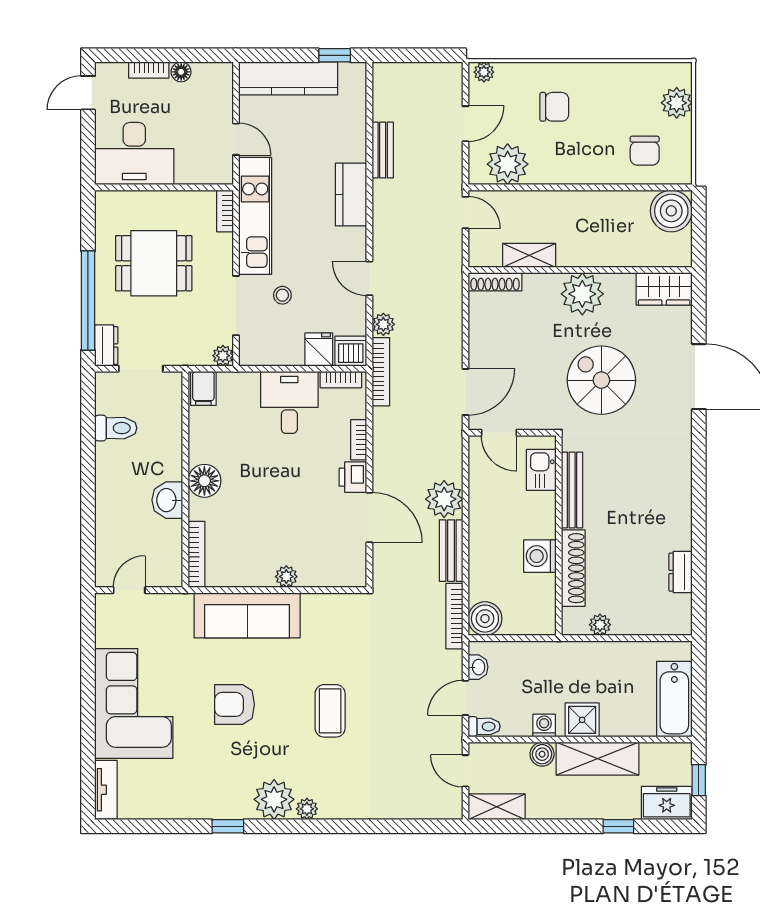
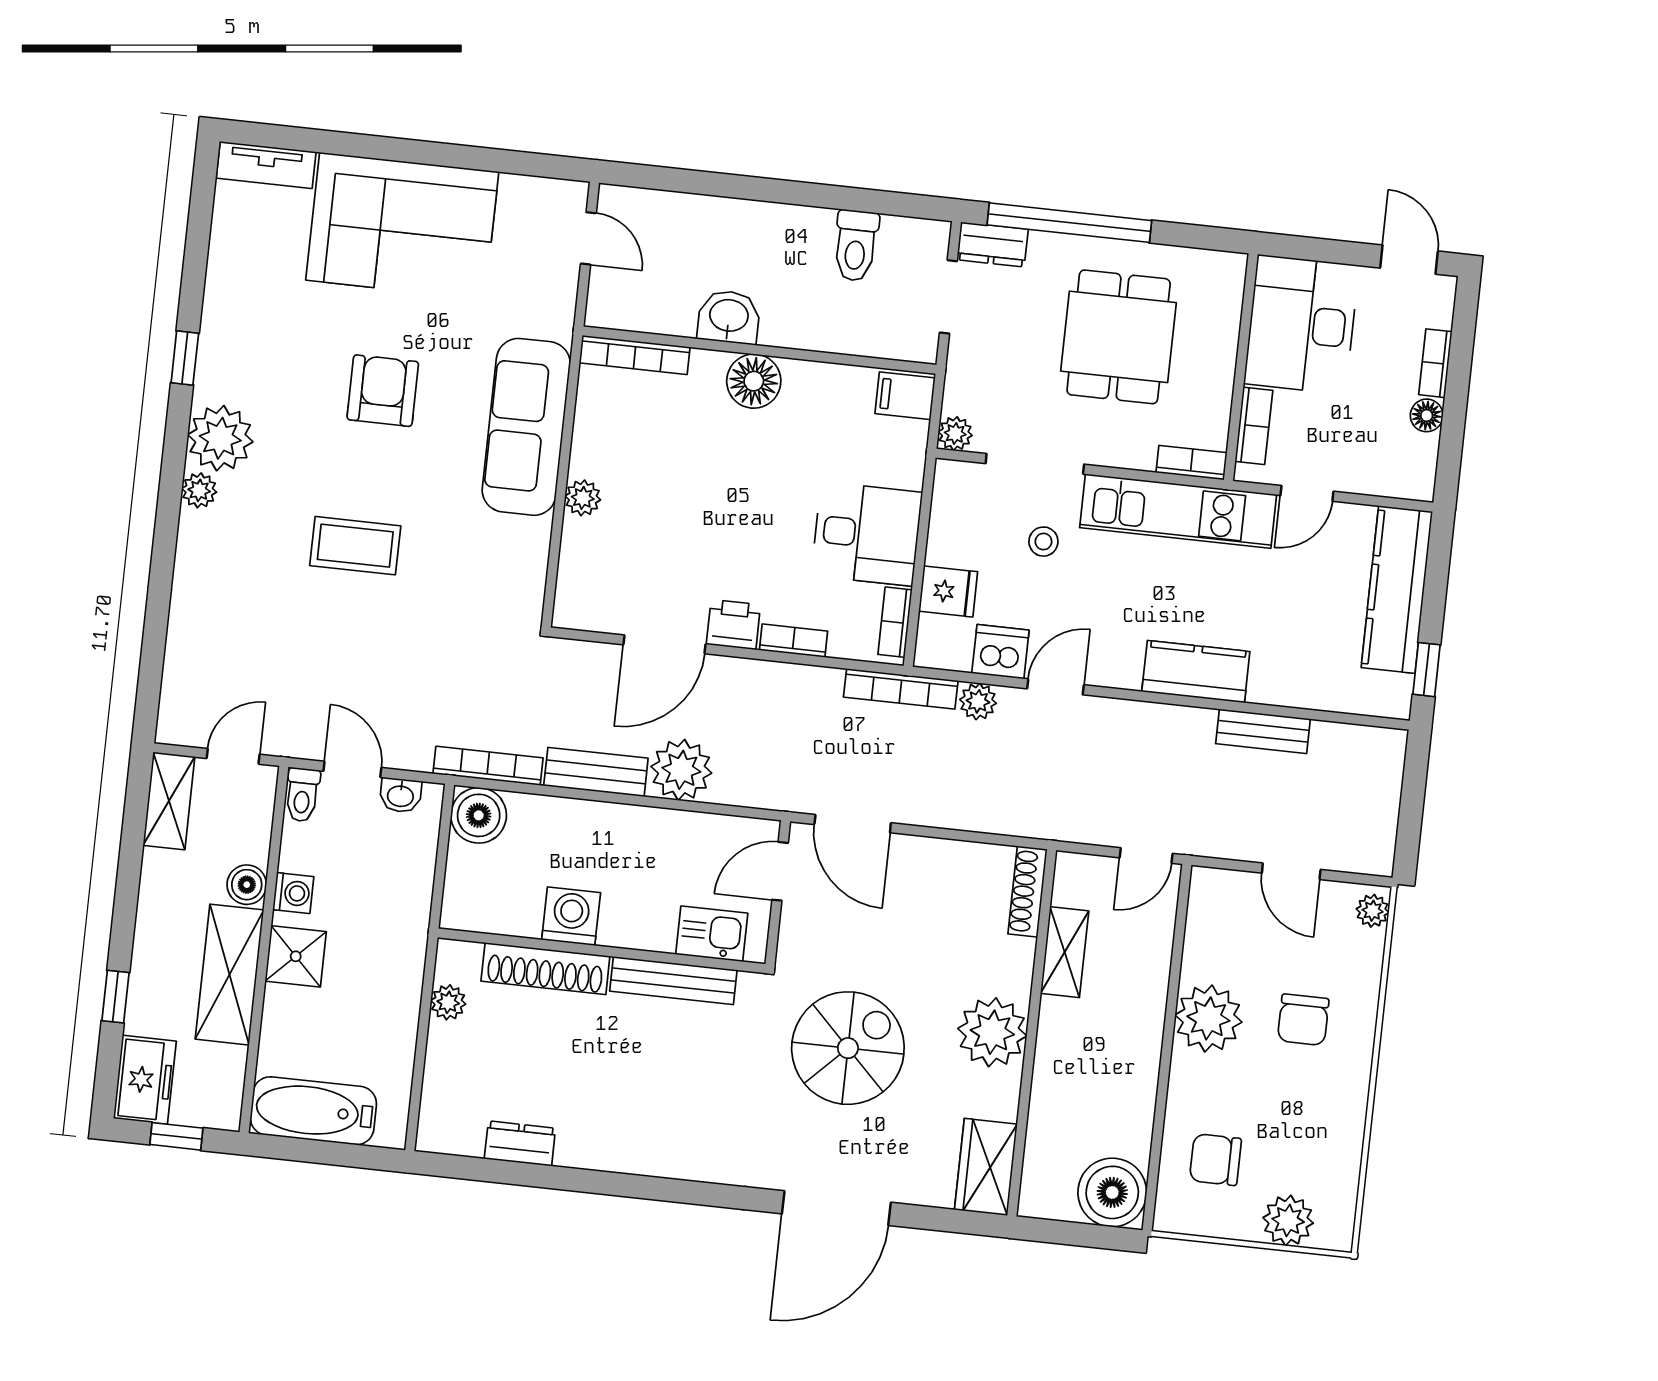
plant: (508, 164) -> (1208, 1018), moved
bookcase: (199, 176) -> (1254, 426), added
dishwasher: (351, 351) -> (1000, 652), moved, turned -90

